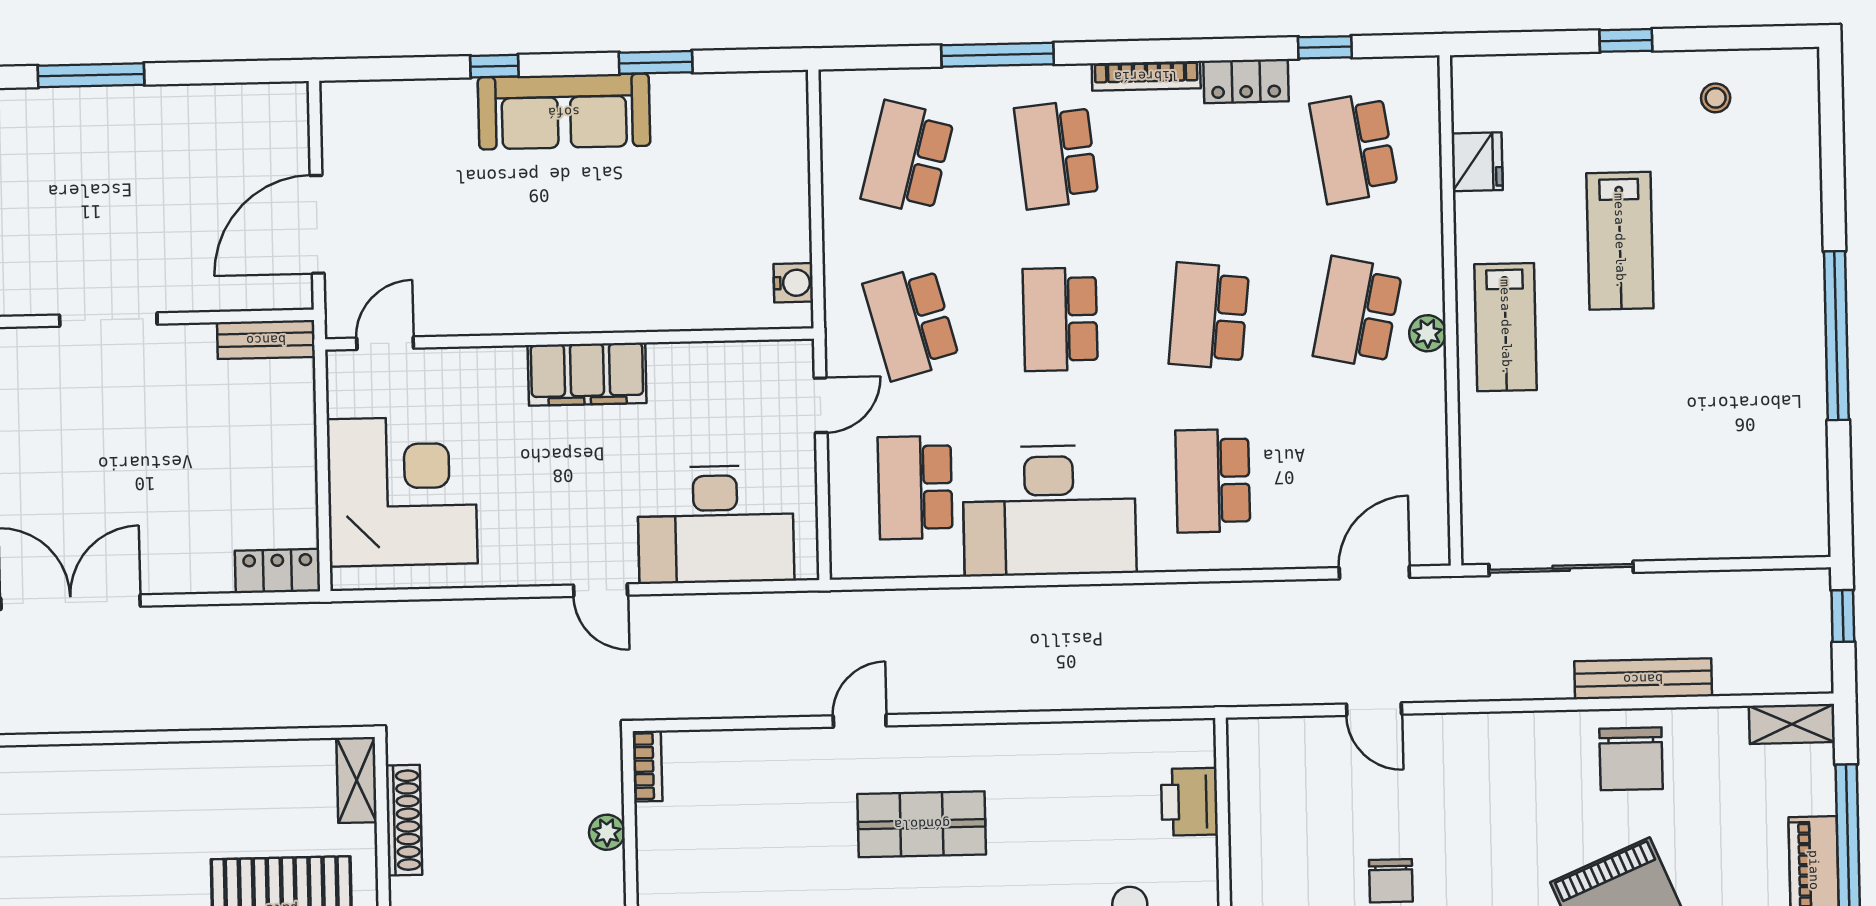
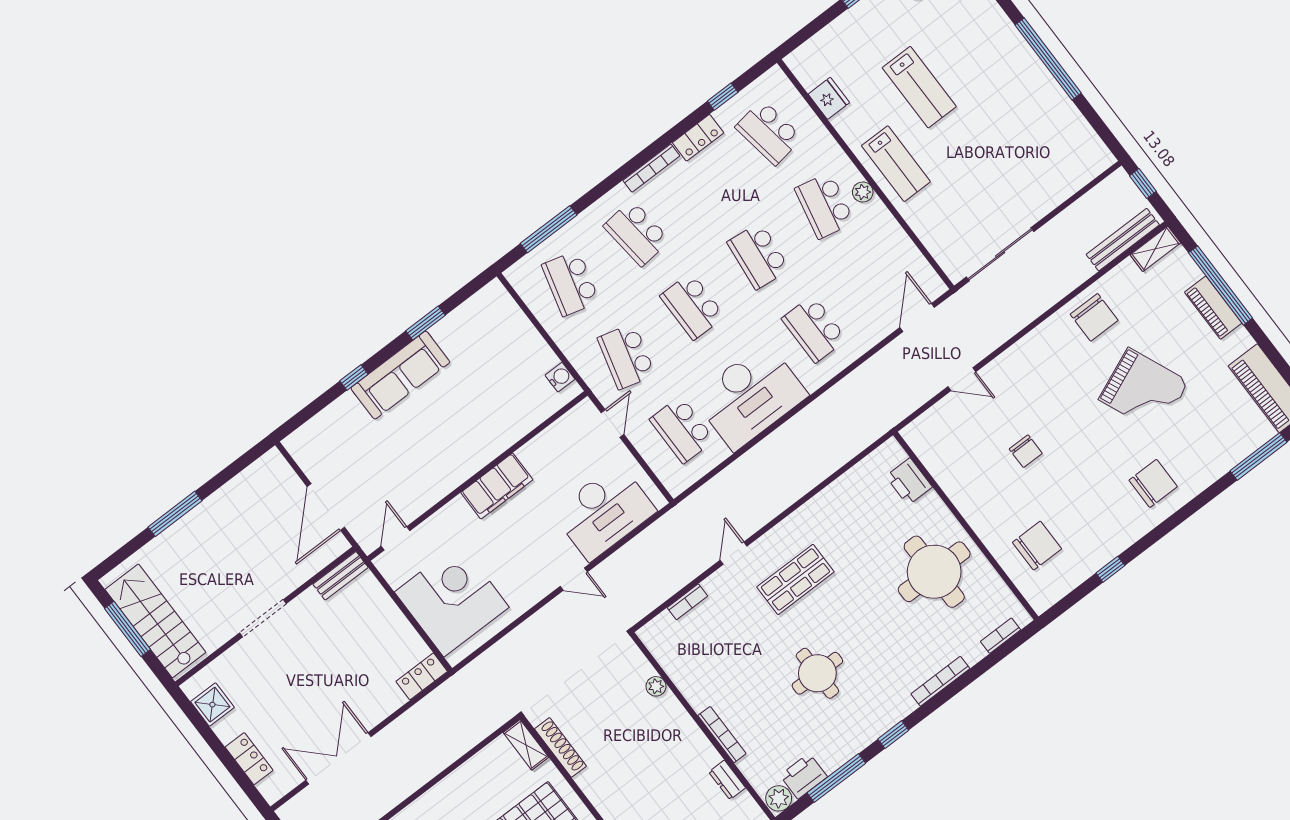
window: (998, 55) -> (549, 229), moved
school desk: (911, 323) -> (626, 356), turned 30
bench: (1643, 679) -> (1123, 240), moved
bookcase: (647, 766) -> (687, 602), moved, turned 90

